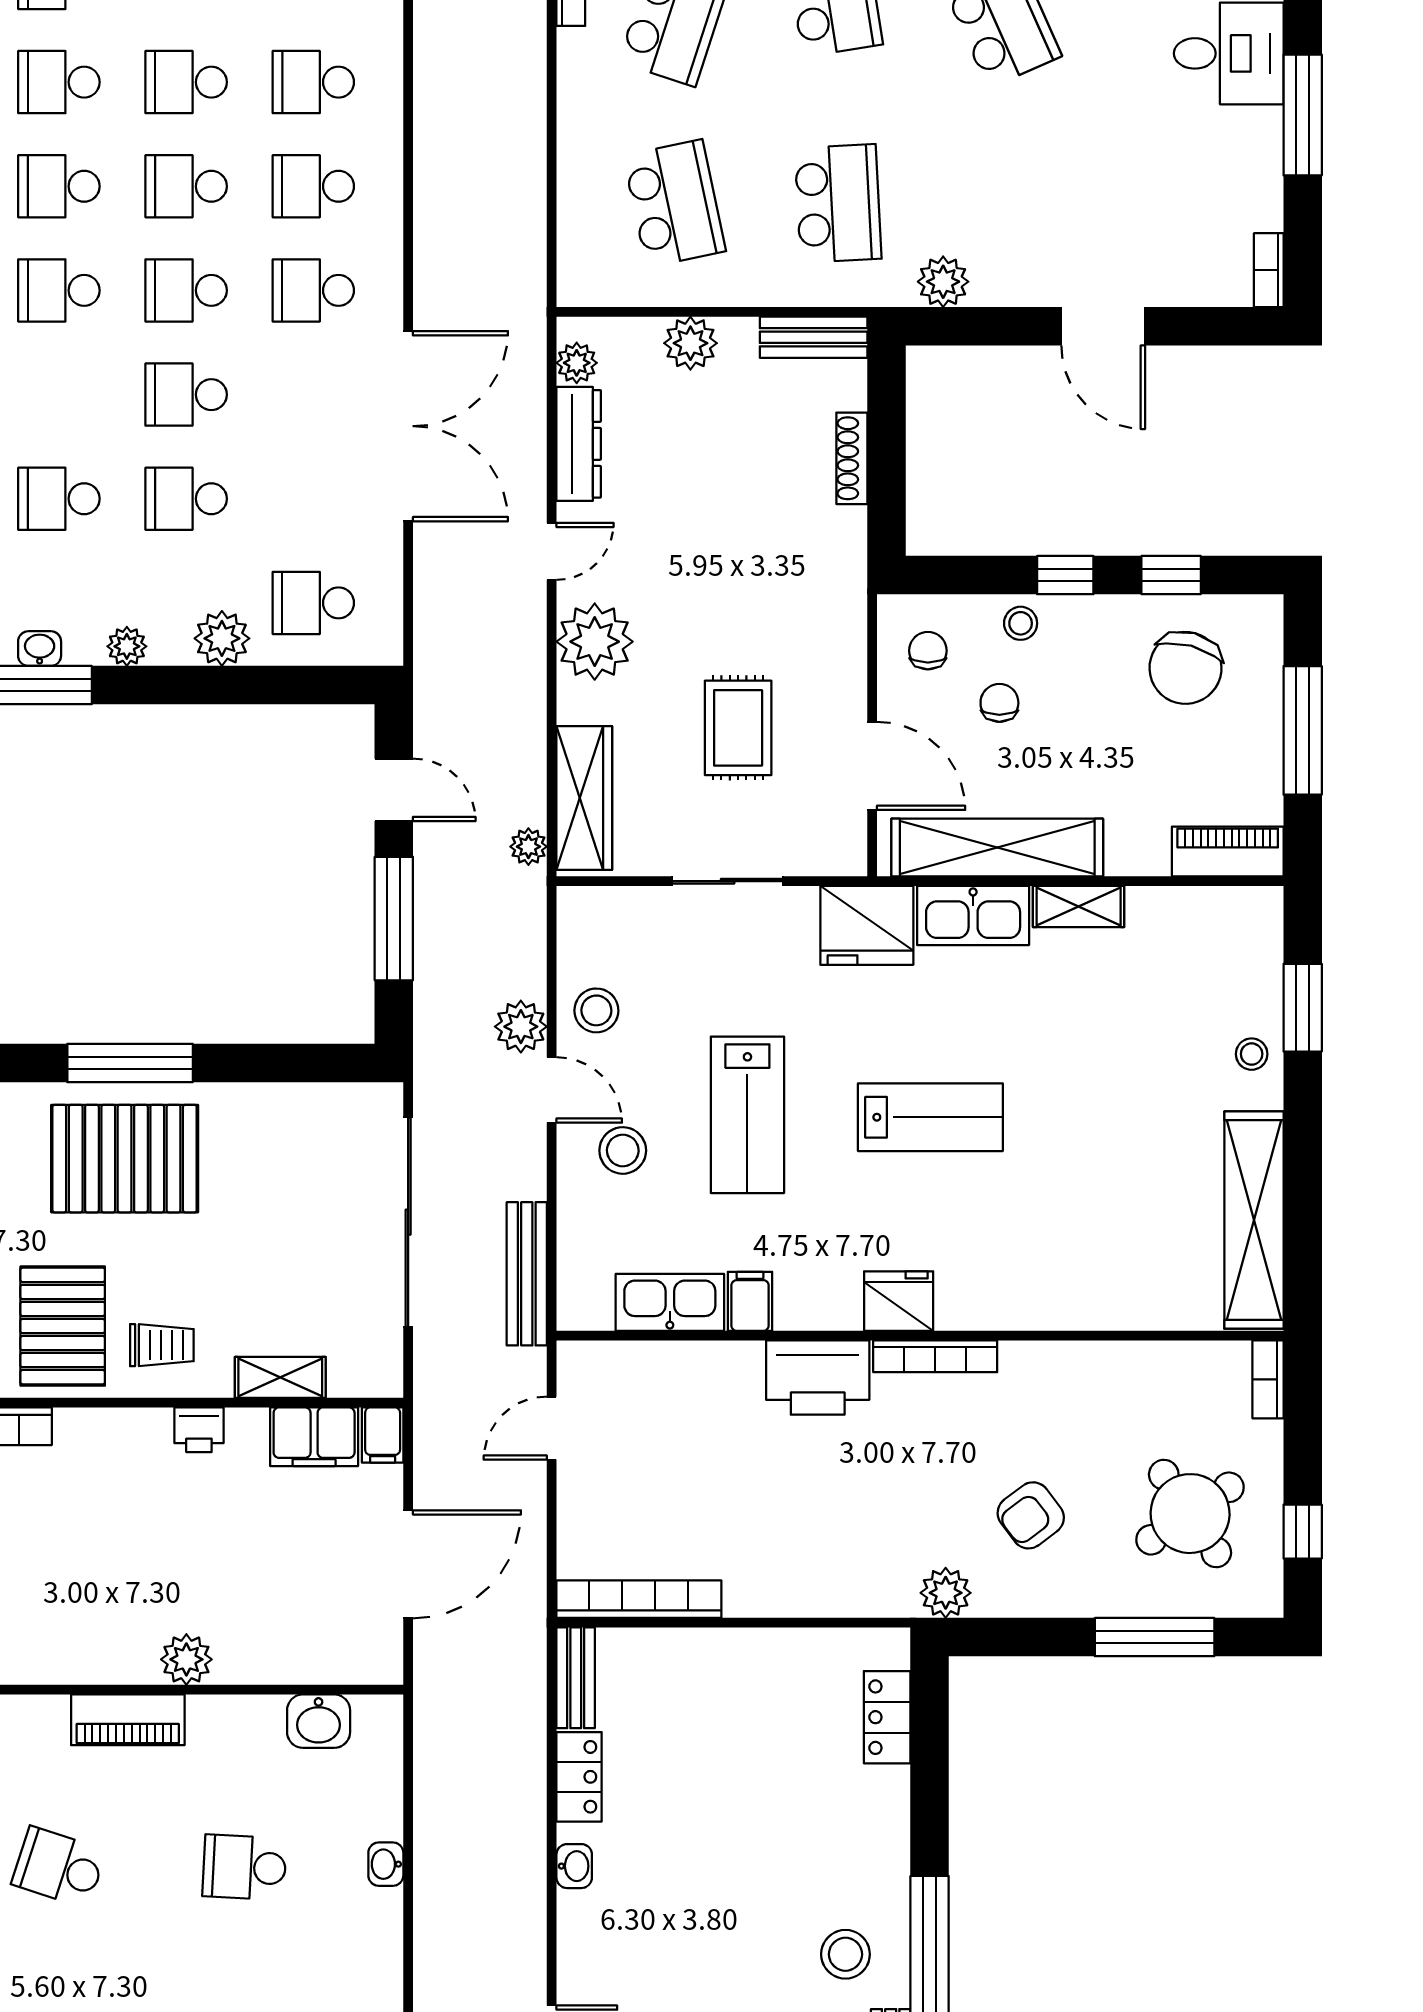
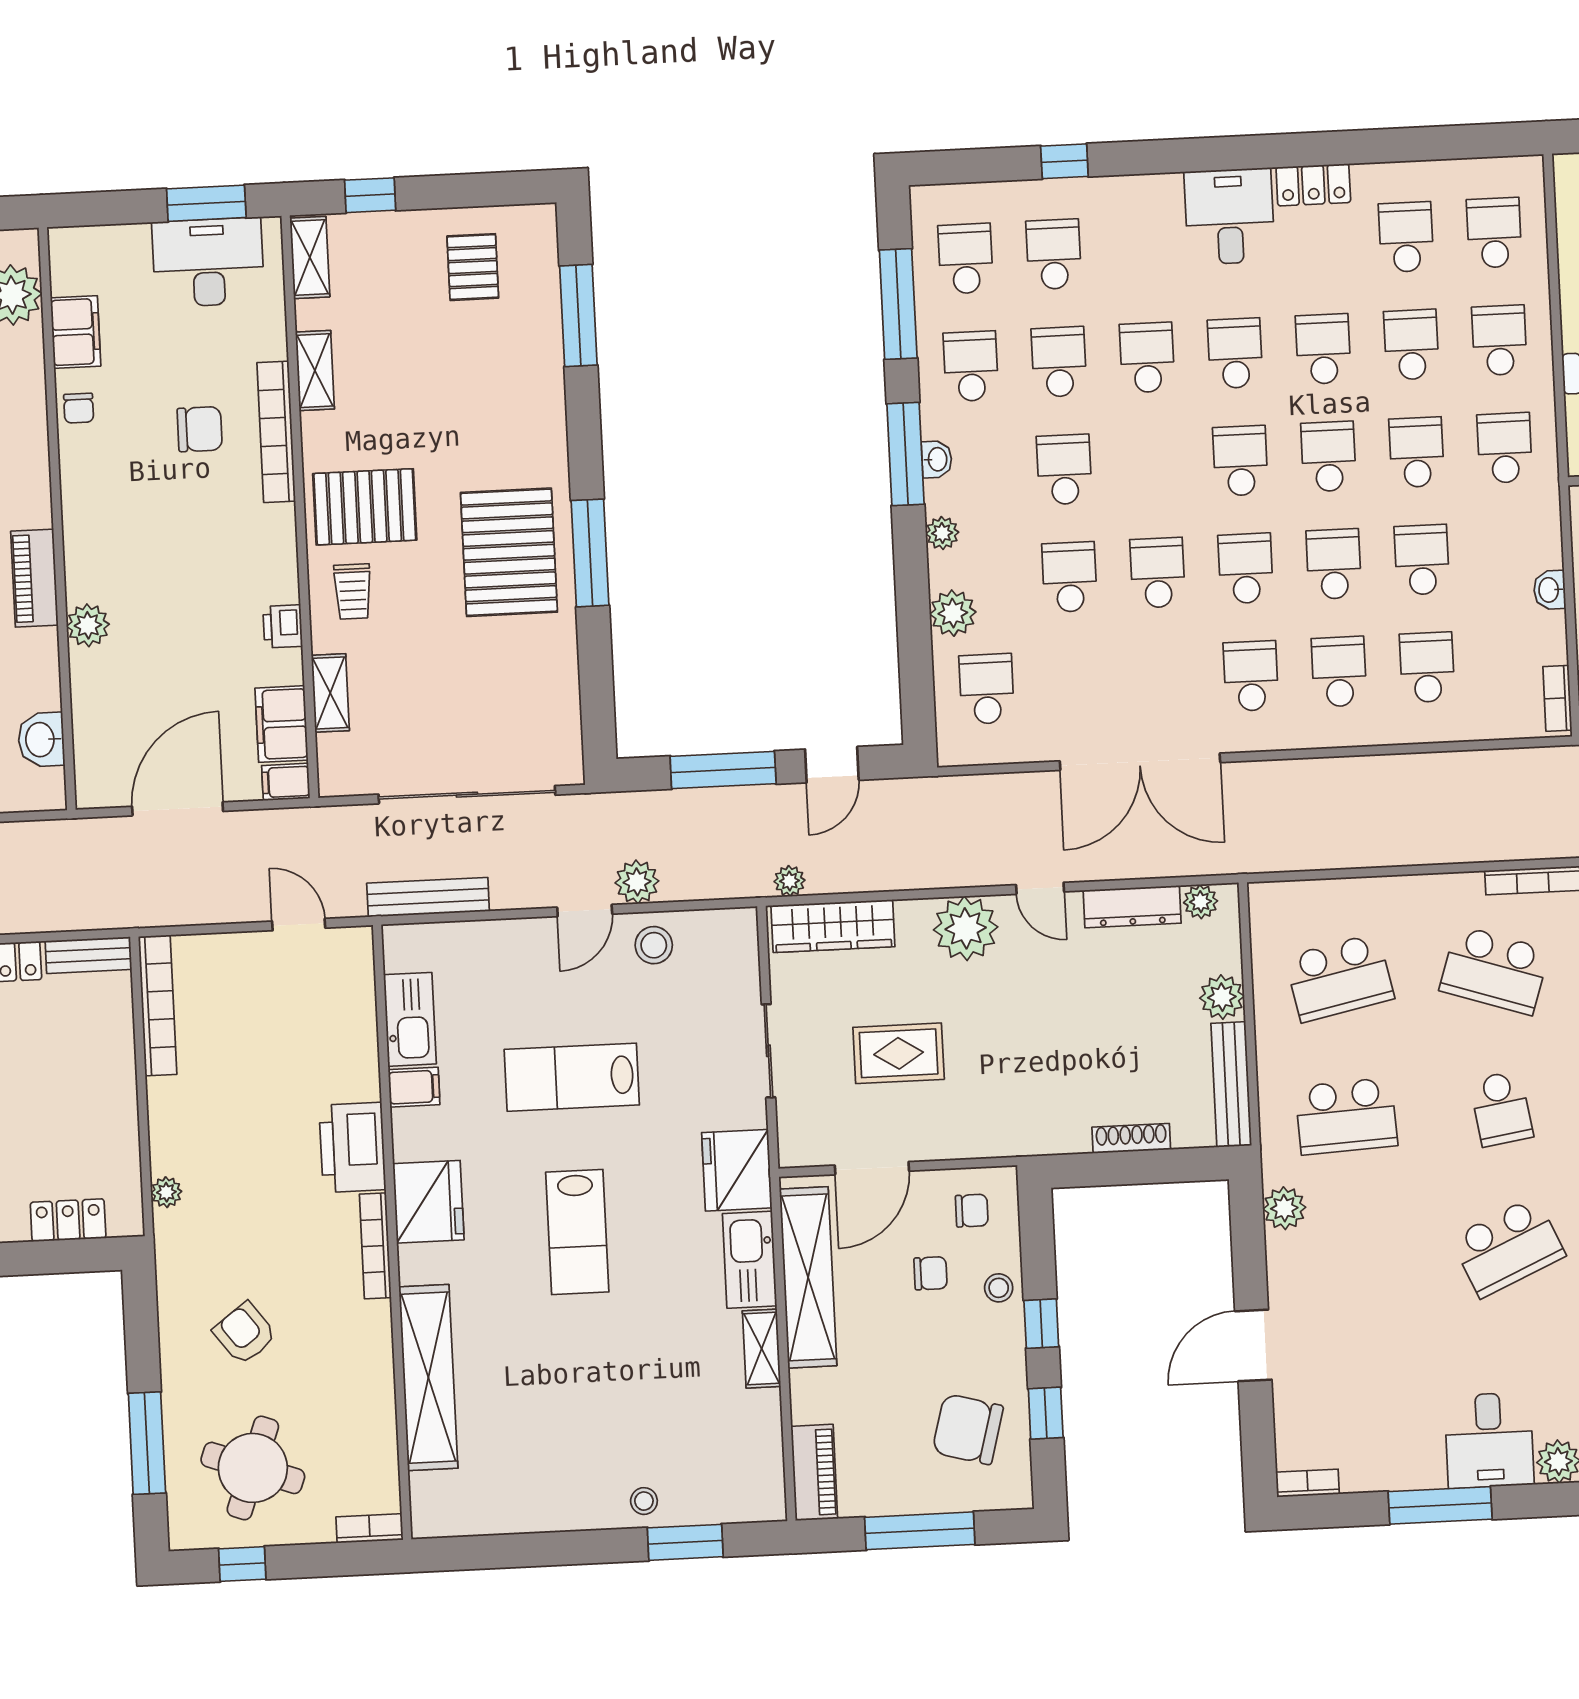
bench: (814, 337) -> (1231, 1084), width x1.36
stool: (623, 1150) -> (536, 973), removed
shelving: (1254, 1220) -> (428, 1378), moved, turned 90
fridge: (899, 1301) -> (428, 1202), width x1.36, depth x1.34
round table: (1190, 1514) -> (253, 1468), turned -36
door: (408, 1564) -> (178, 809), swing flipped
plant: (946, 1593) -> (166, 1192), moved, width x0.73, depth x0.73

